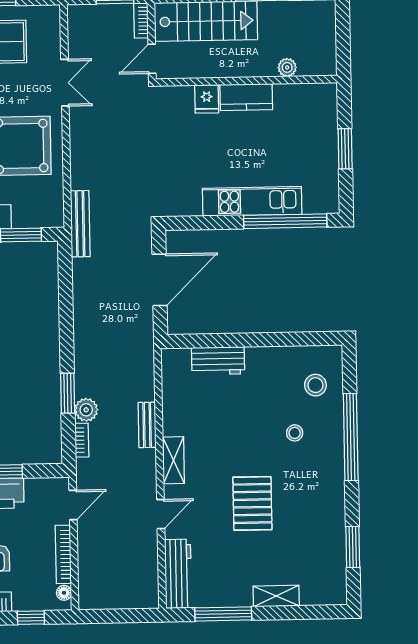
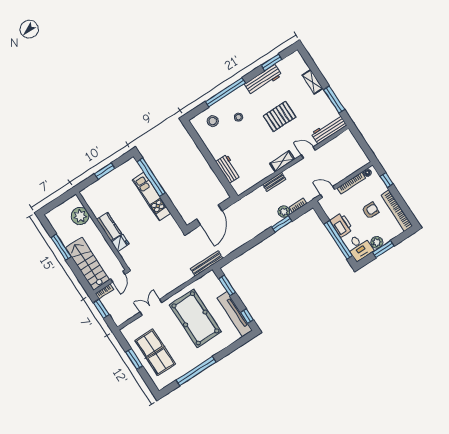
door: (152, 59) -> (118, 277), hinge flipped
plant: (287, 67) -> (80, 216), width x1.87, depth x1.87
door: (160, 280) -> (209, 215), swing flipped
workbench: (332, 515) -> (263, 80), added

